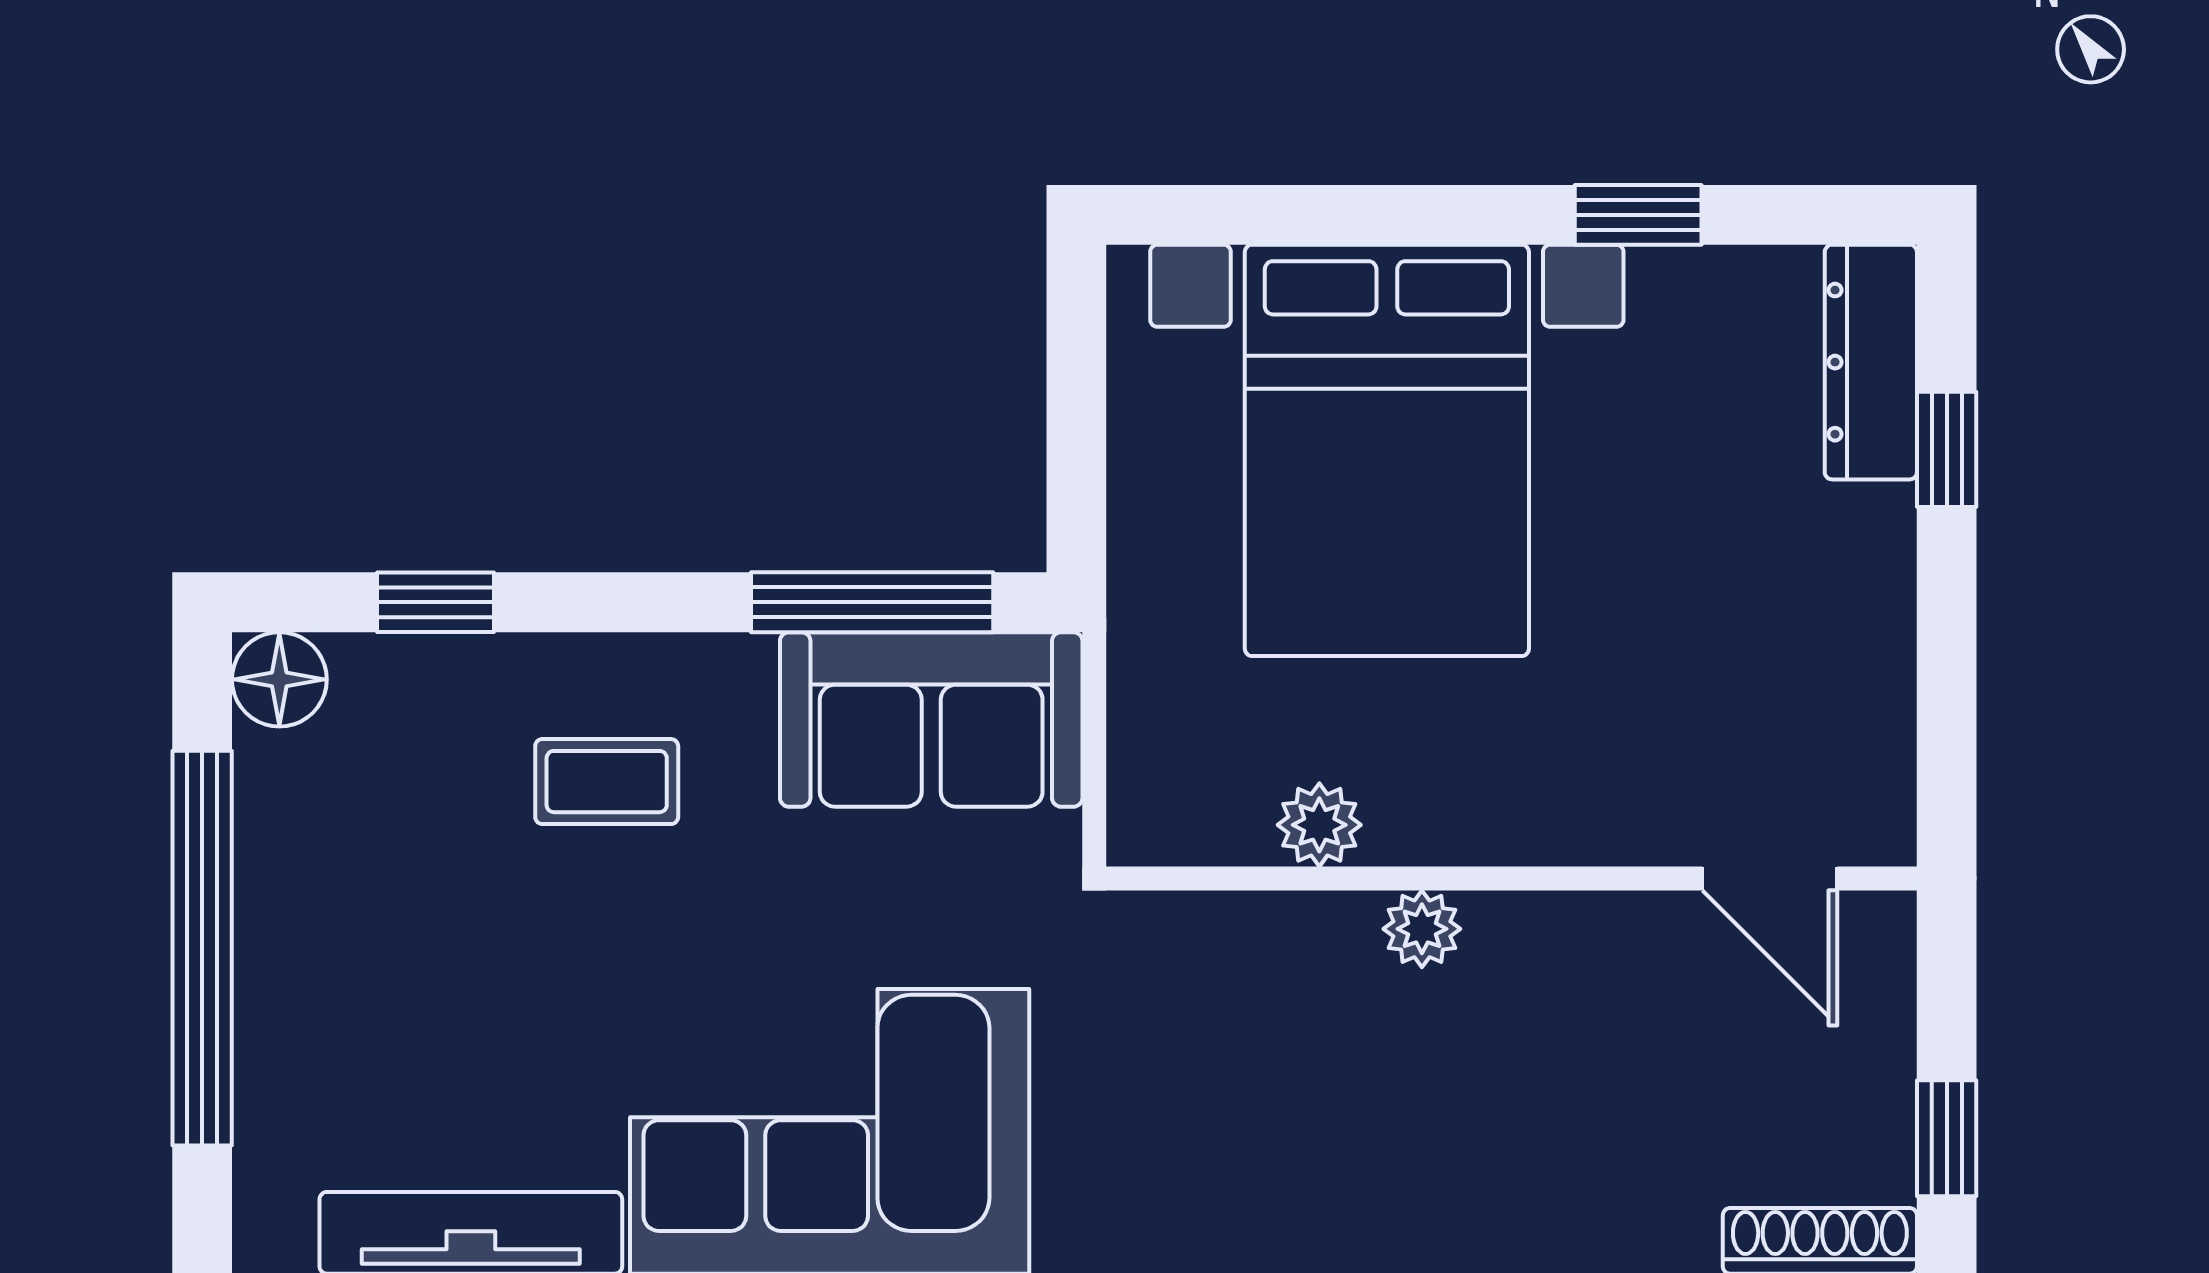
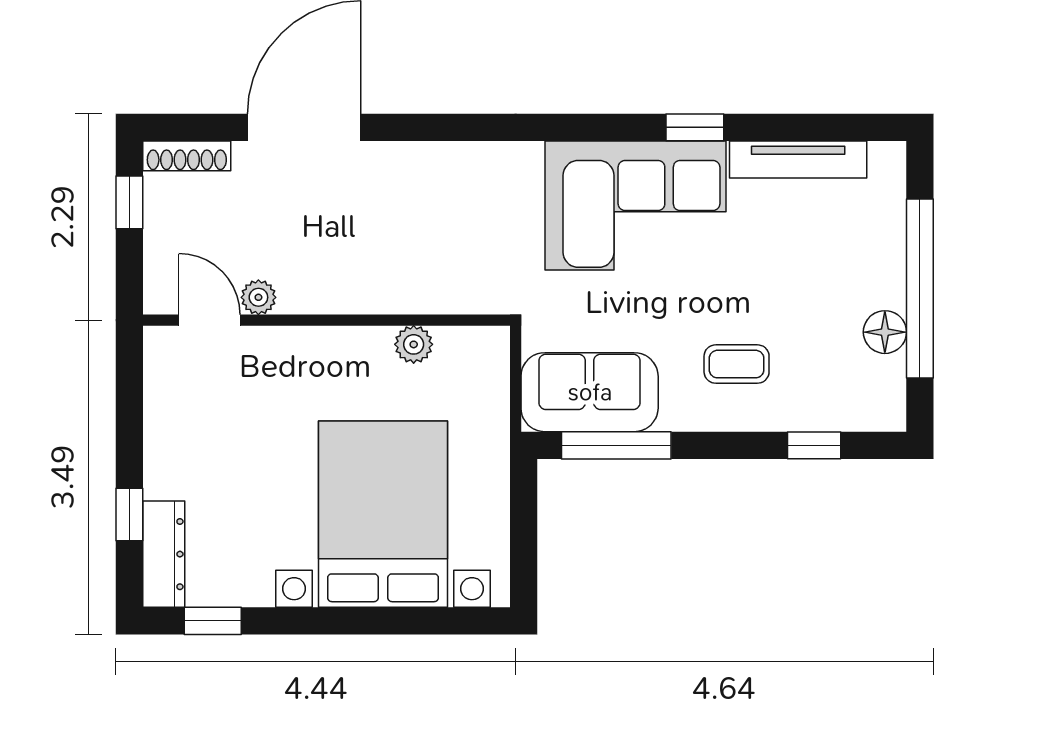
window: (1638, 215) -> (213, 621), moved
floor lamp: (279, 679) -> (885, 332), moved
plant: (1422, 929) -> (258, 297), moved

